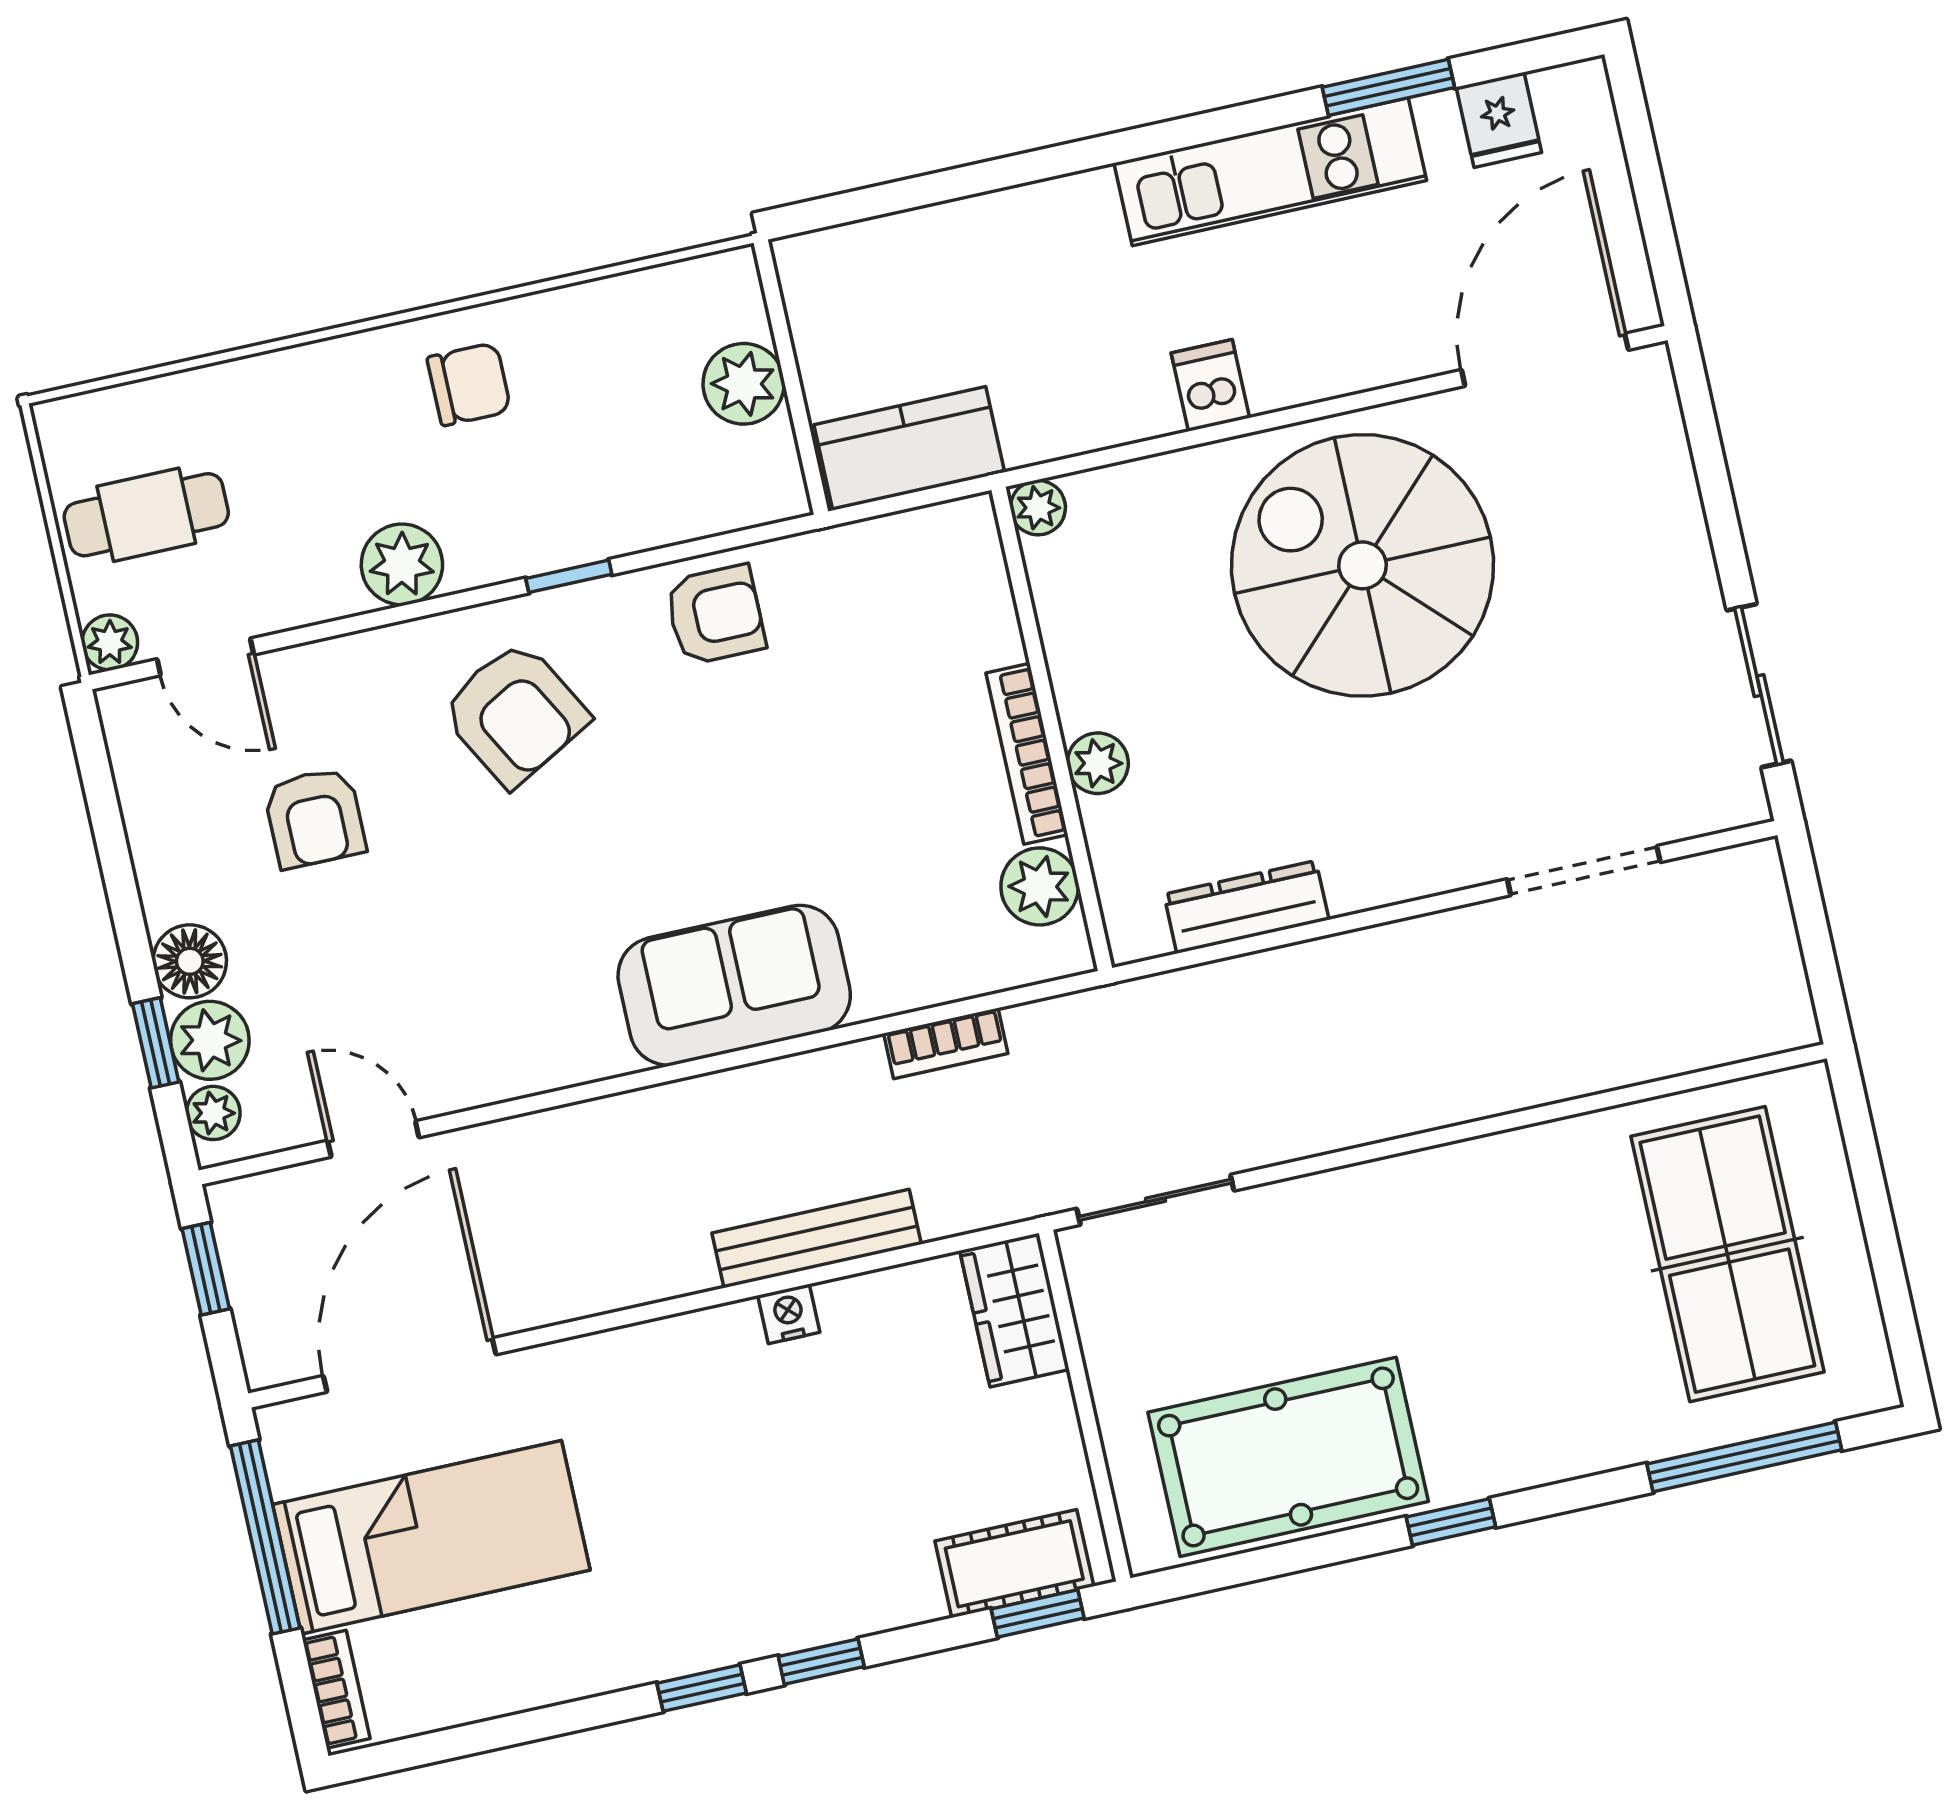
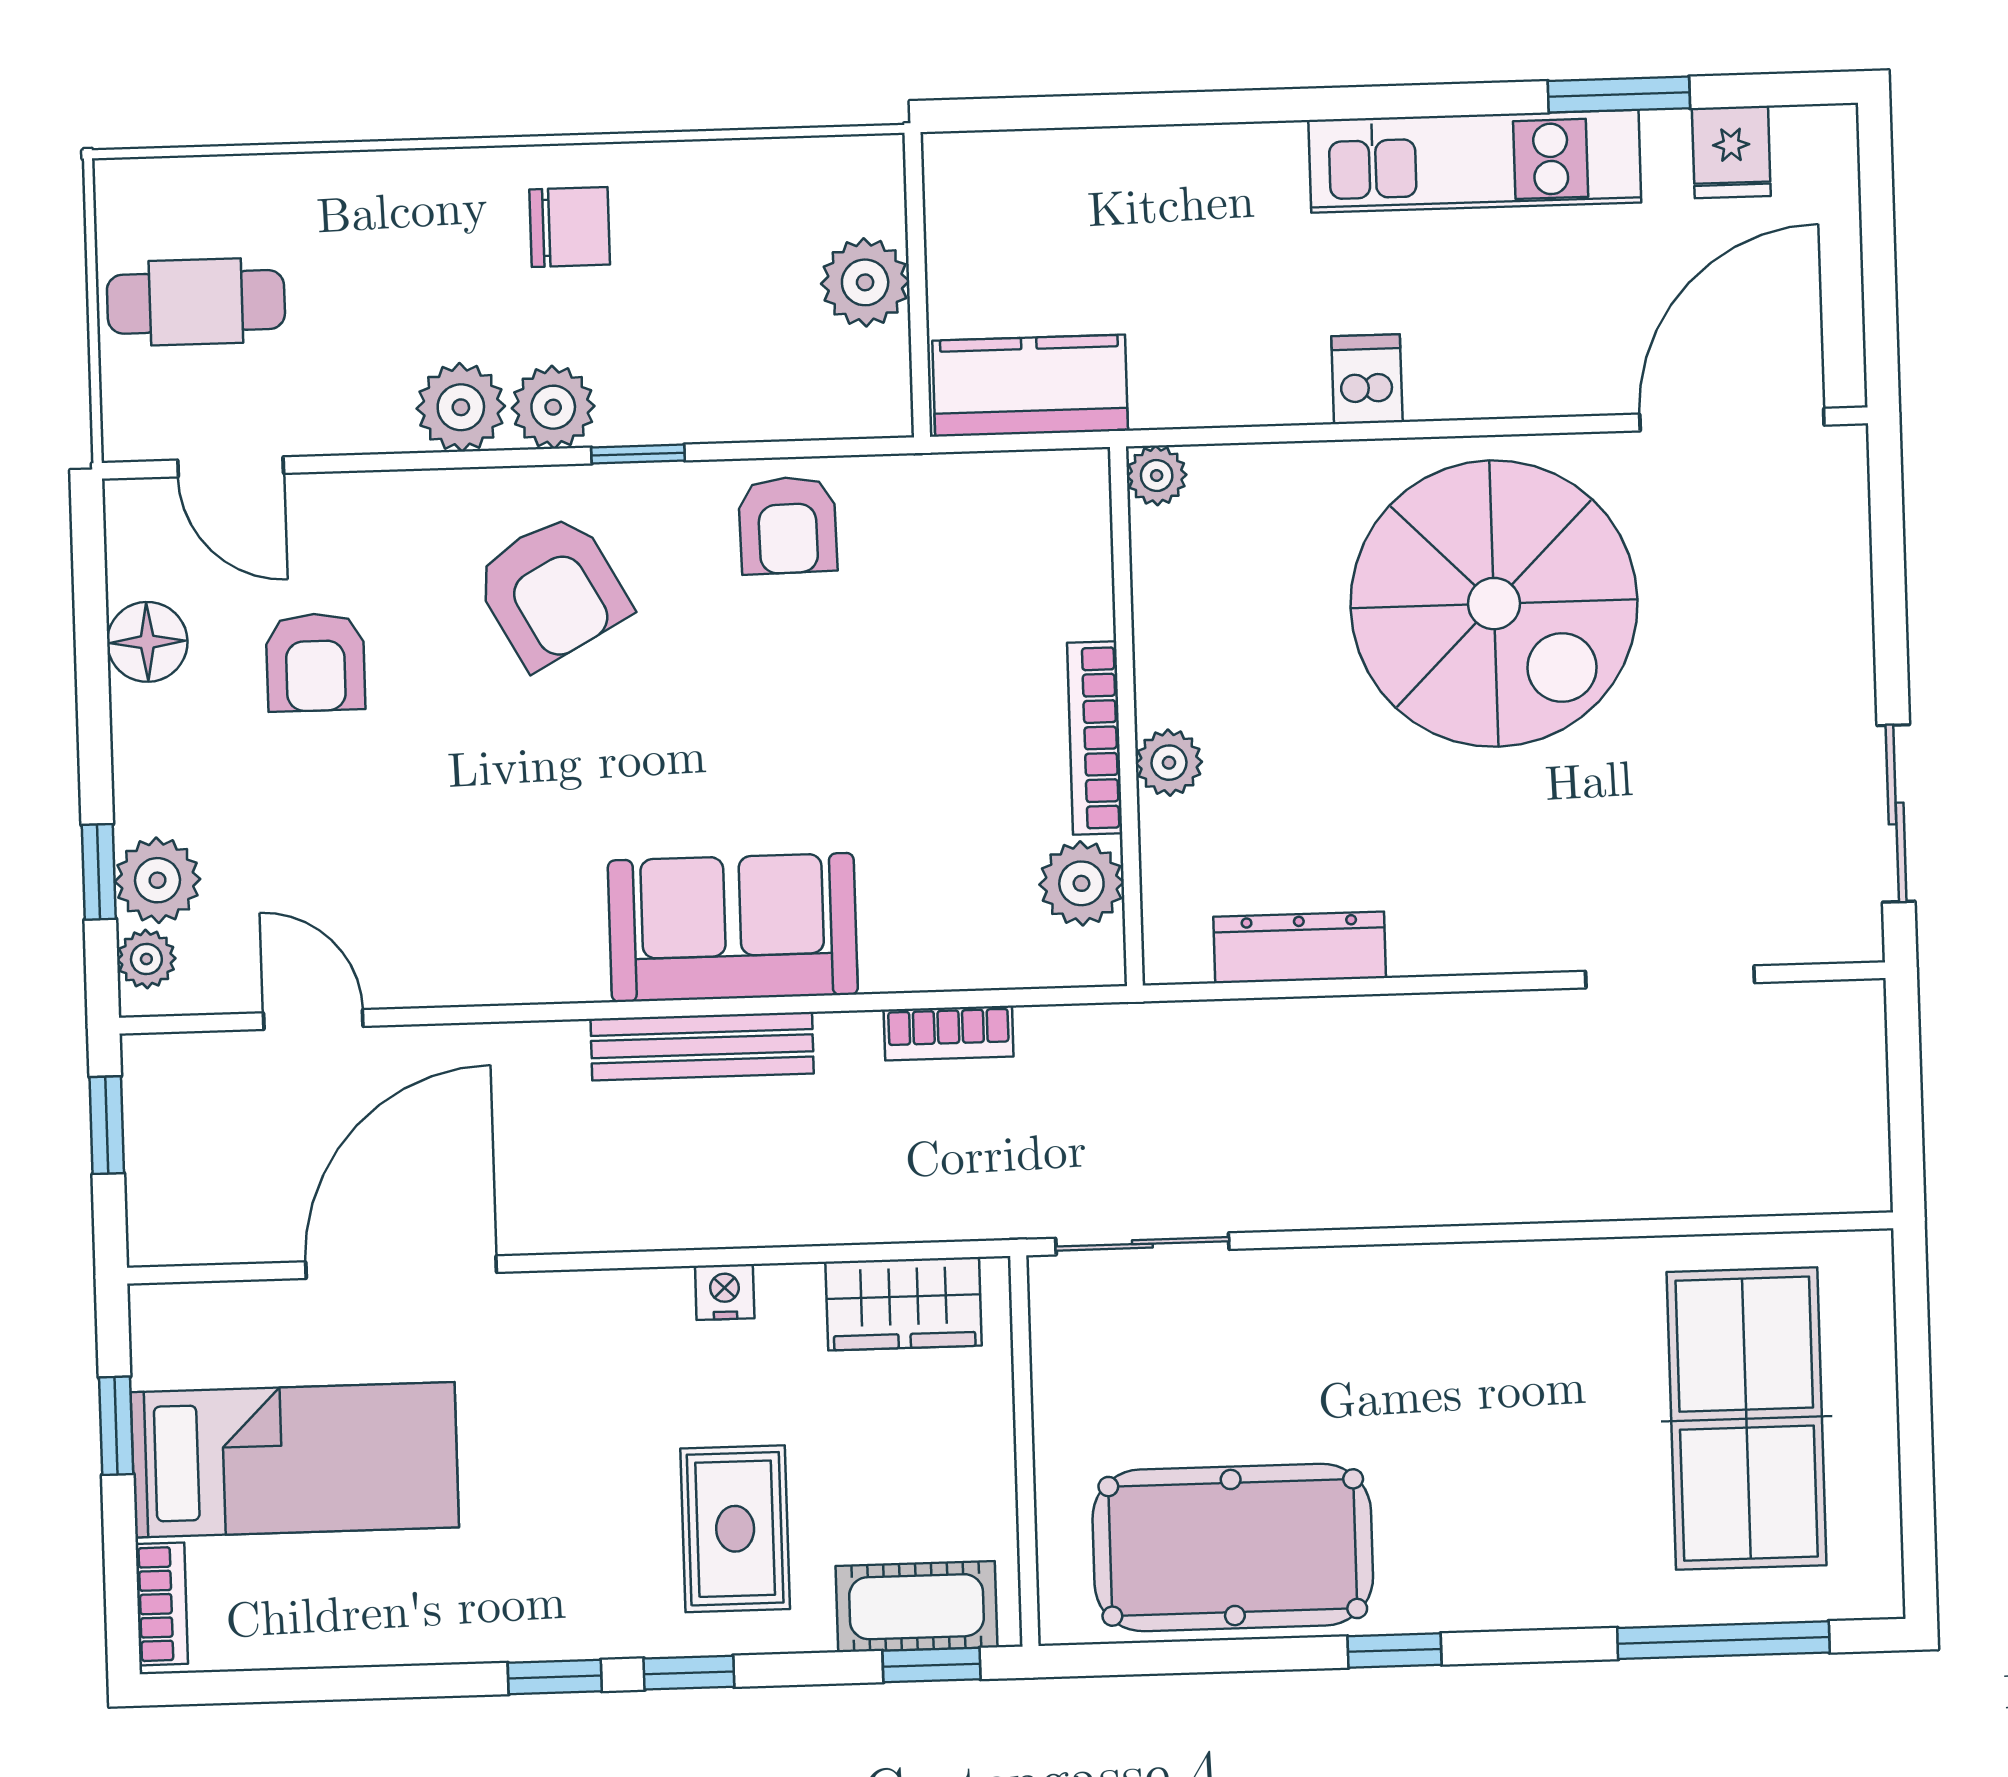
spiral stairs: (1363, 565) -> (1494, 604), turned 180
armchair: (715, 615) -> (788, 525), turned 89
plant: (110, 642) -> (553, 407), moved, width x1.38, depth x1.38
floor lamp: (190, 961) -> (147, 642), moved
bench: (817, 1239) -> (702, 1046), moved
wardrobe: (1015, 1310) -> (904, 1304), moved, turned -90
door: (410, 1365) -> (401, 1267), moved
rug: (838, 1524) -> (735, 1529), added
window: (265, 1537) -> (116, 1426), width x0.46

